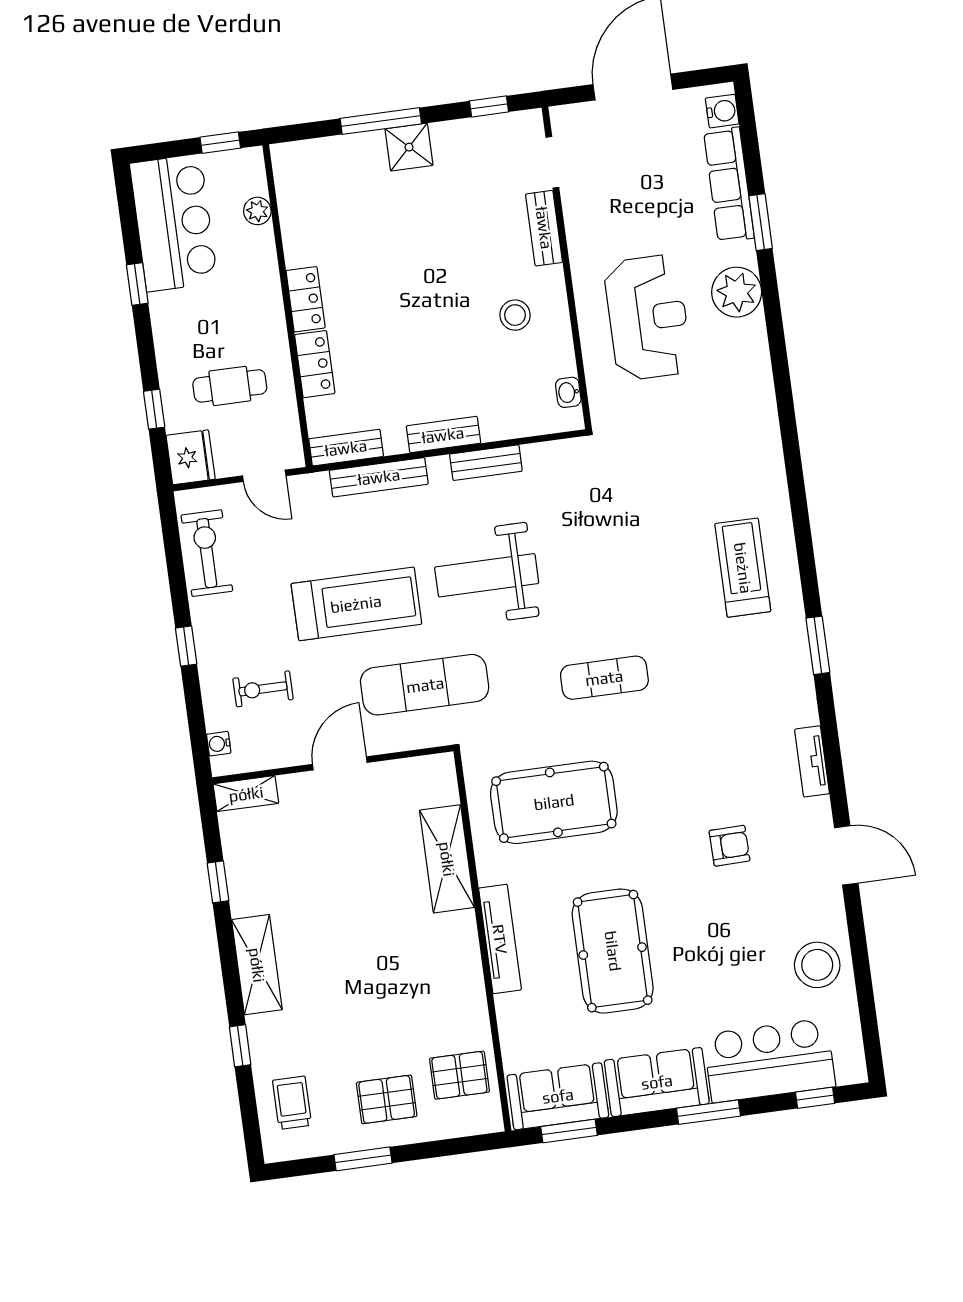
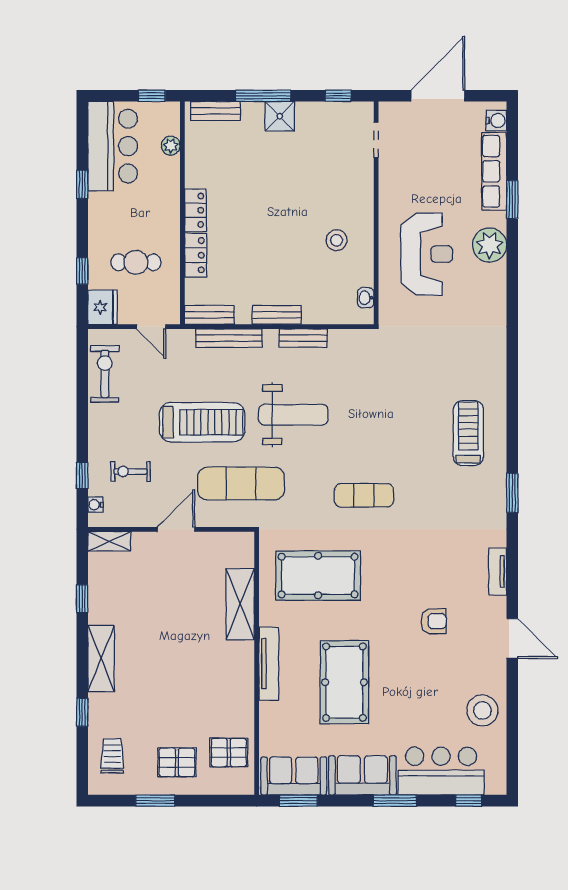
bench: (544, 228) -> (215, 111), moved, turned 90
weight bench: (487, 575) -> (293, 415), turned 180
window: (186, 646) -> (82, 476), moved

